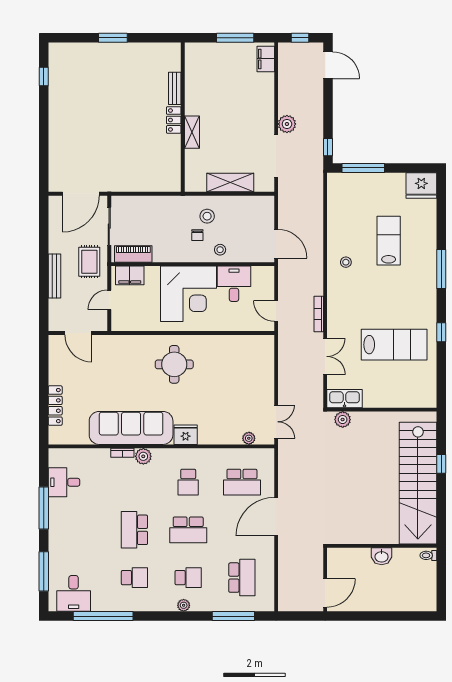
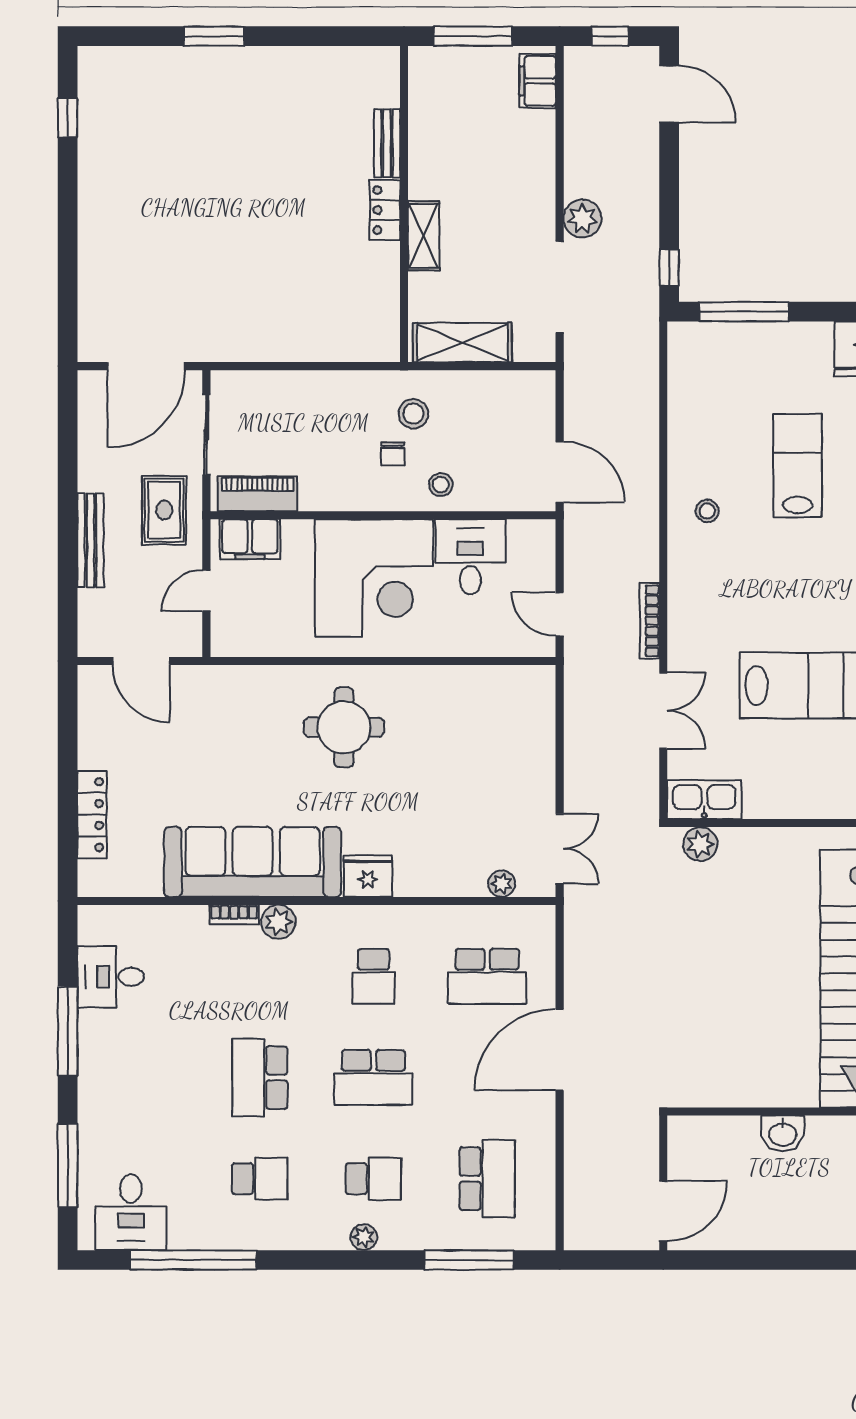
bench: (175, 88) -> (387, 143), moved
wall: (183, 117) -> (404, 204), moved
locker: (174, 120) -> (385, 210), moved
shelving: (192, 132) -> (424, 236), moved

